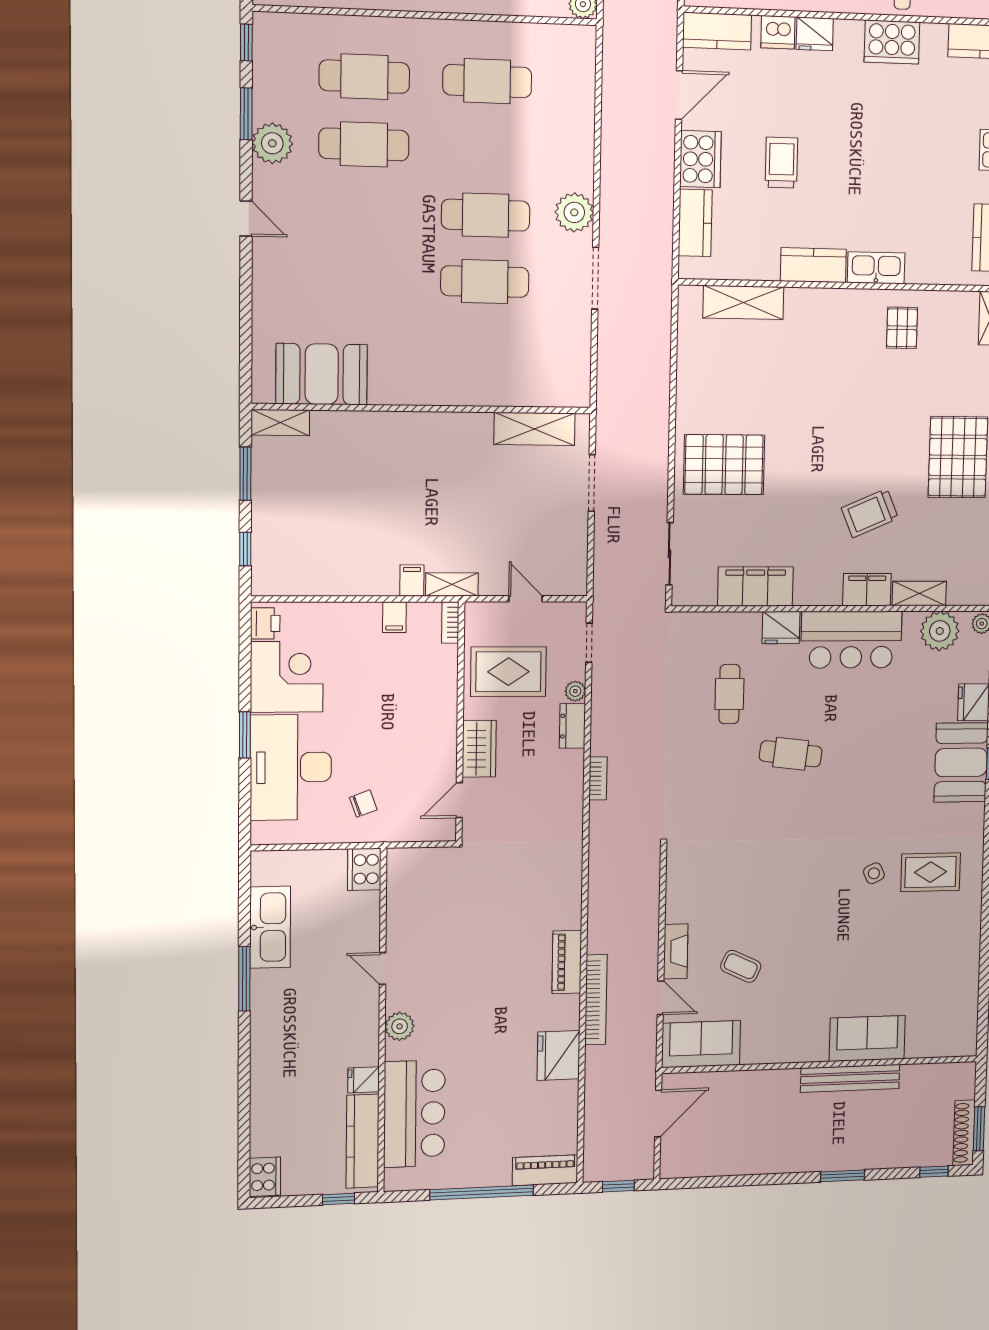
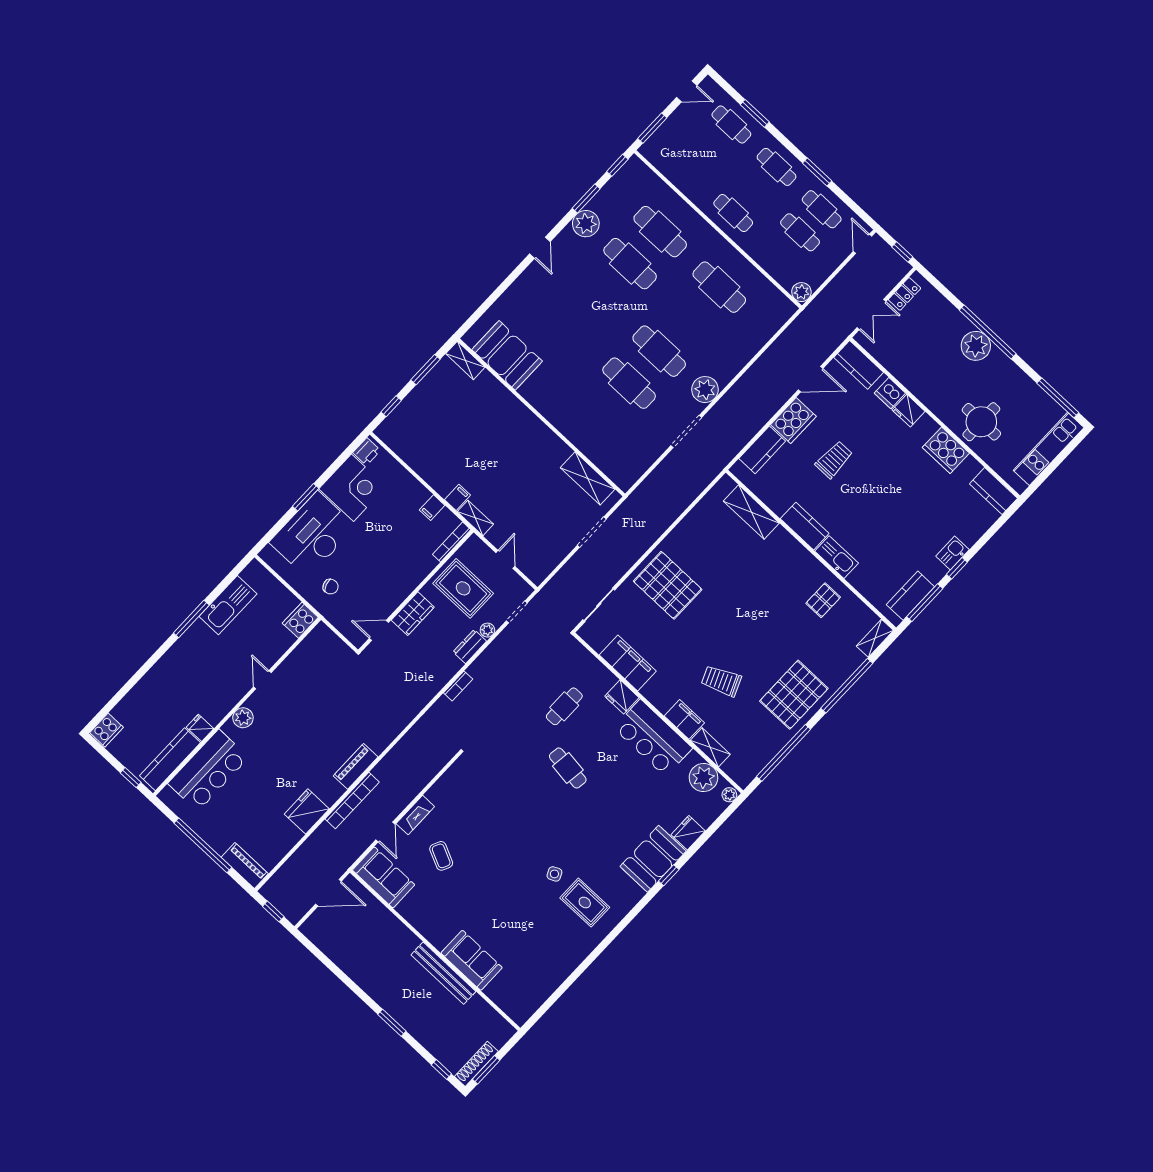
bookcase: (450, 622) -> (452, 542), width x1.56

